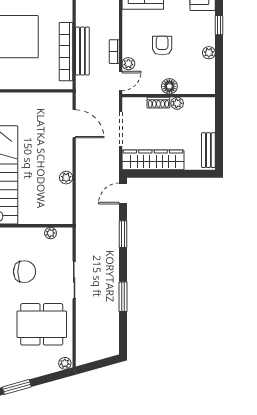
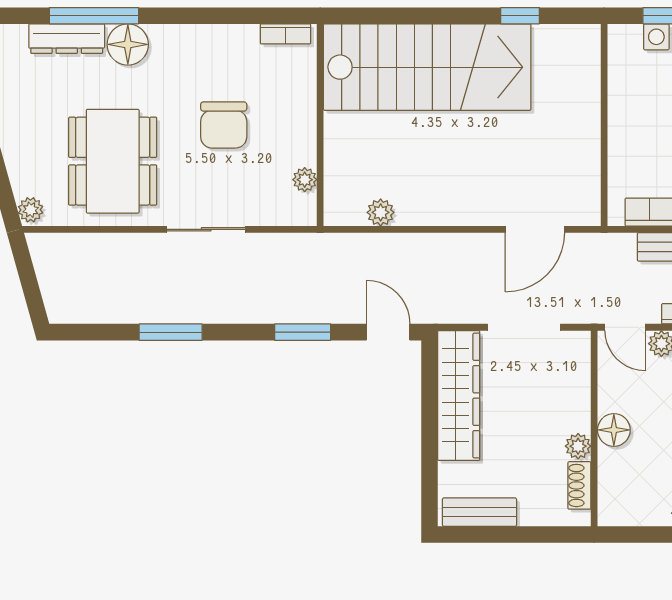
shoe rack: (158, 103) -> (579, 485), moved
plant: (66, 178) -> (381, 212), moved

